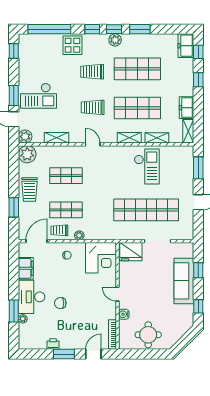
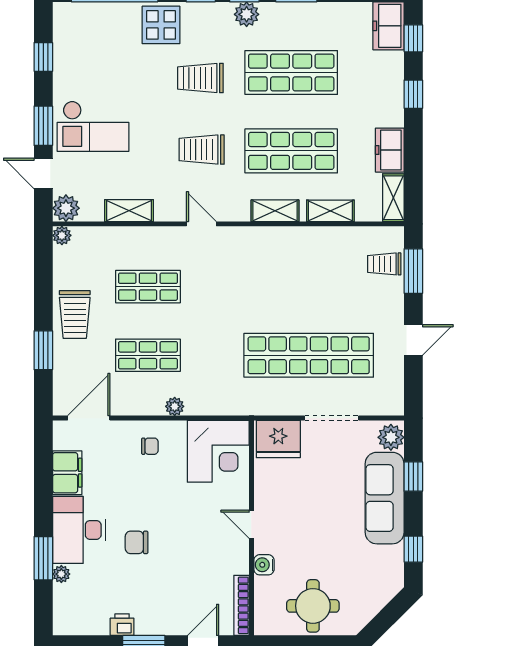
window: (14, 51) -> (43, 57), moved
plant: (27, 154) -> (62, 235), width x0.53, depth x0.53
checkout: (147, 167) -> (310, 268), removed
trolley: (59, 230) -> (384, 264), moved
plant: (187, 251) -> (391, 437), added

